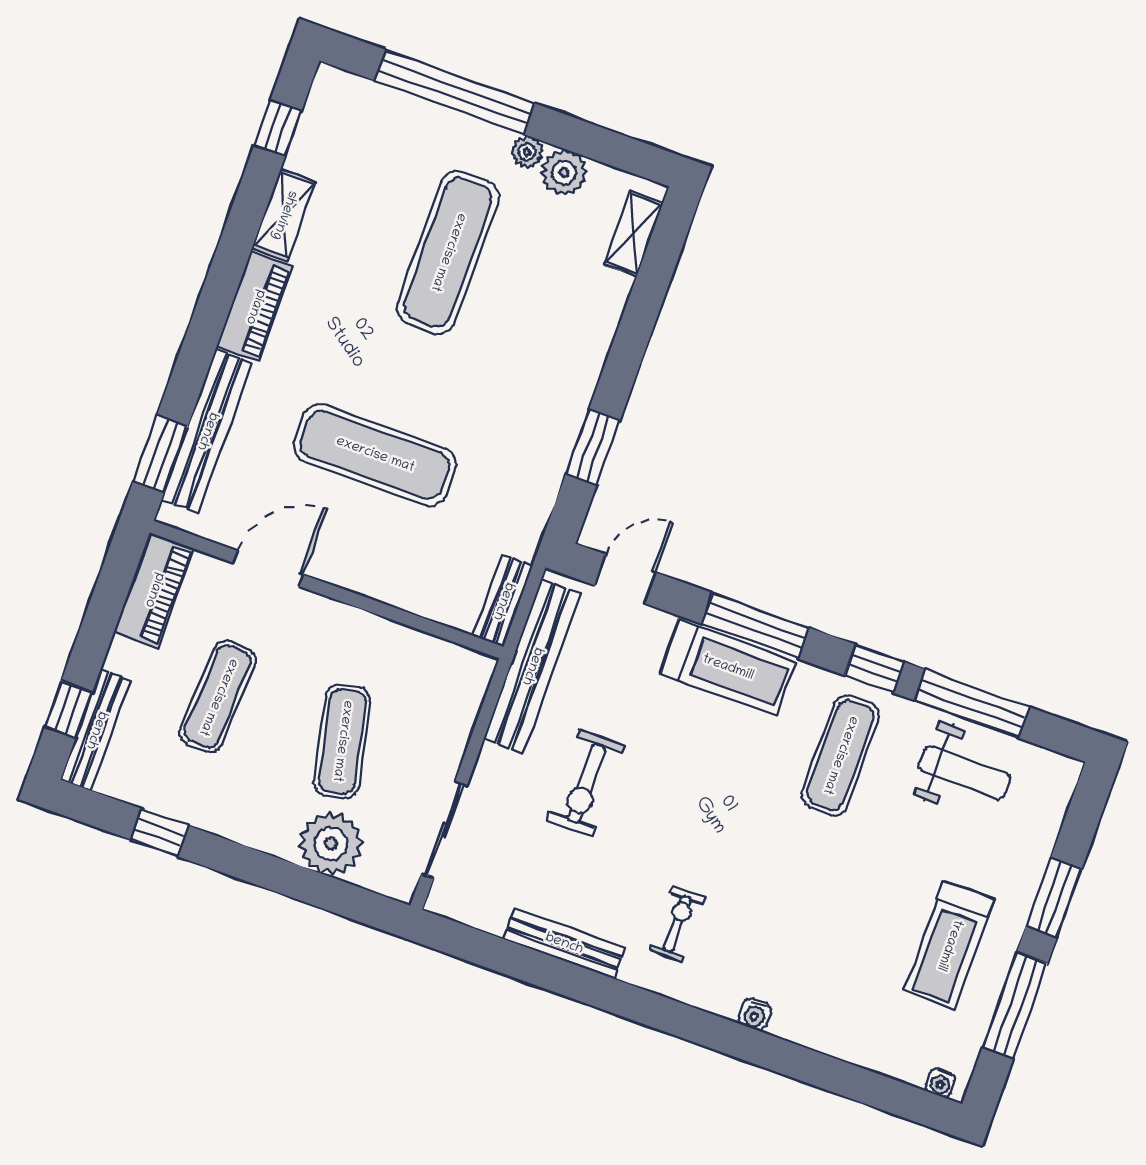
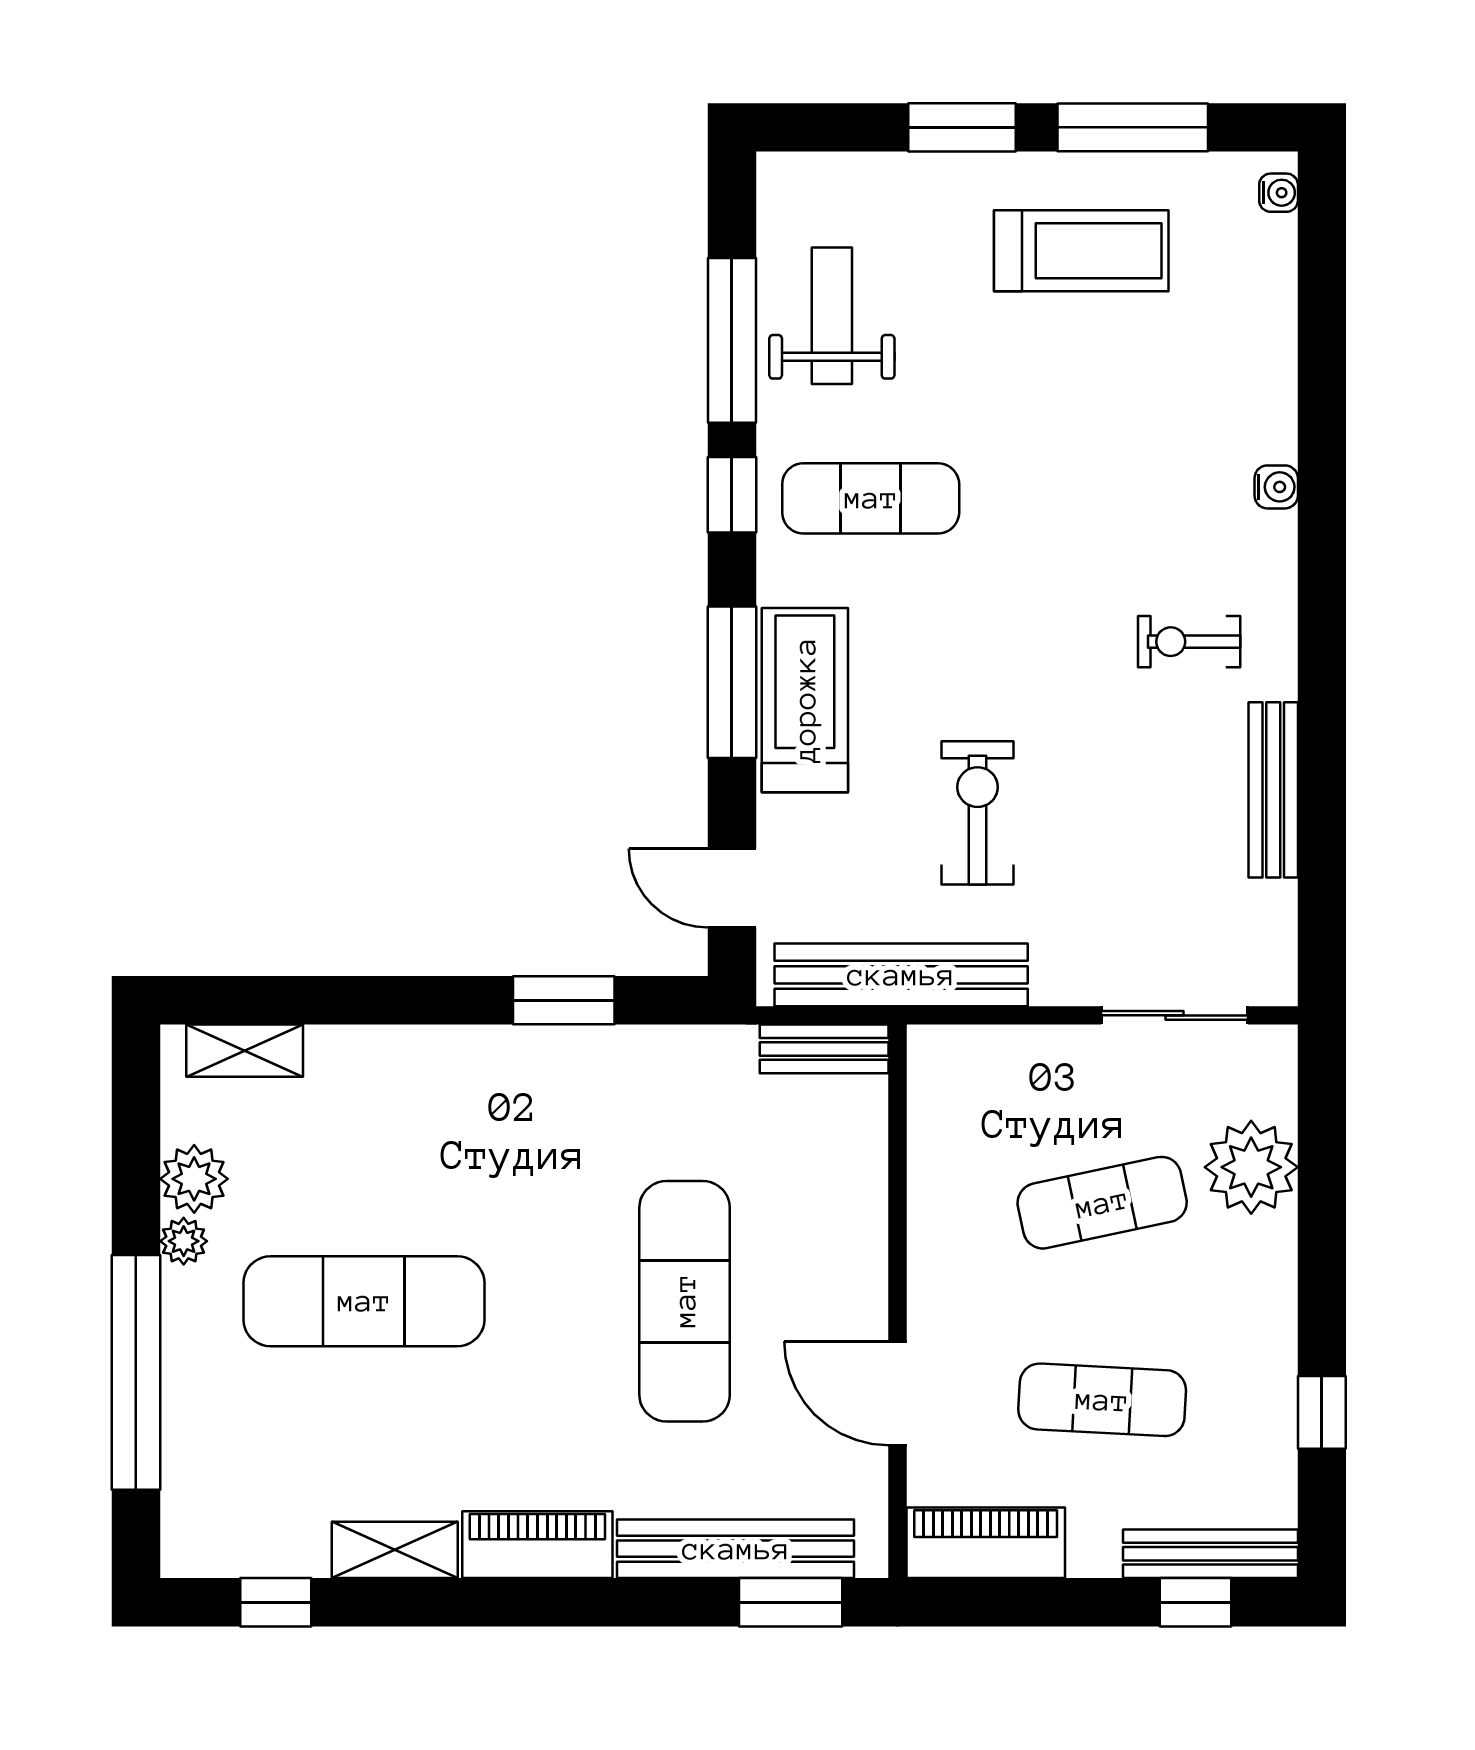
exercise bike: (586, 783) -> (978, 813), moved, turned -90

